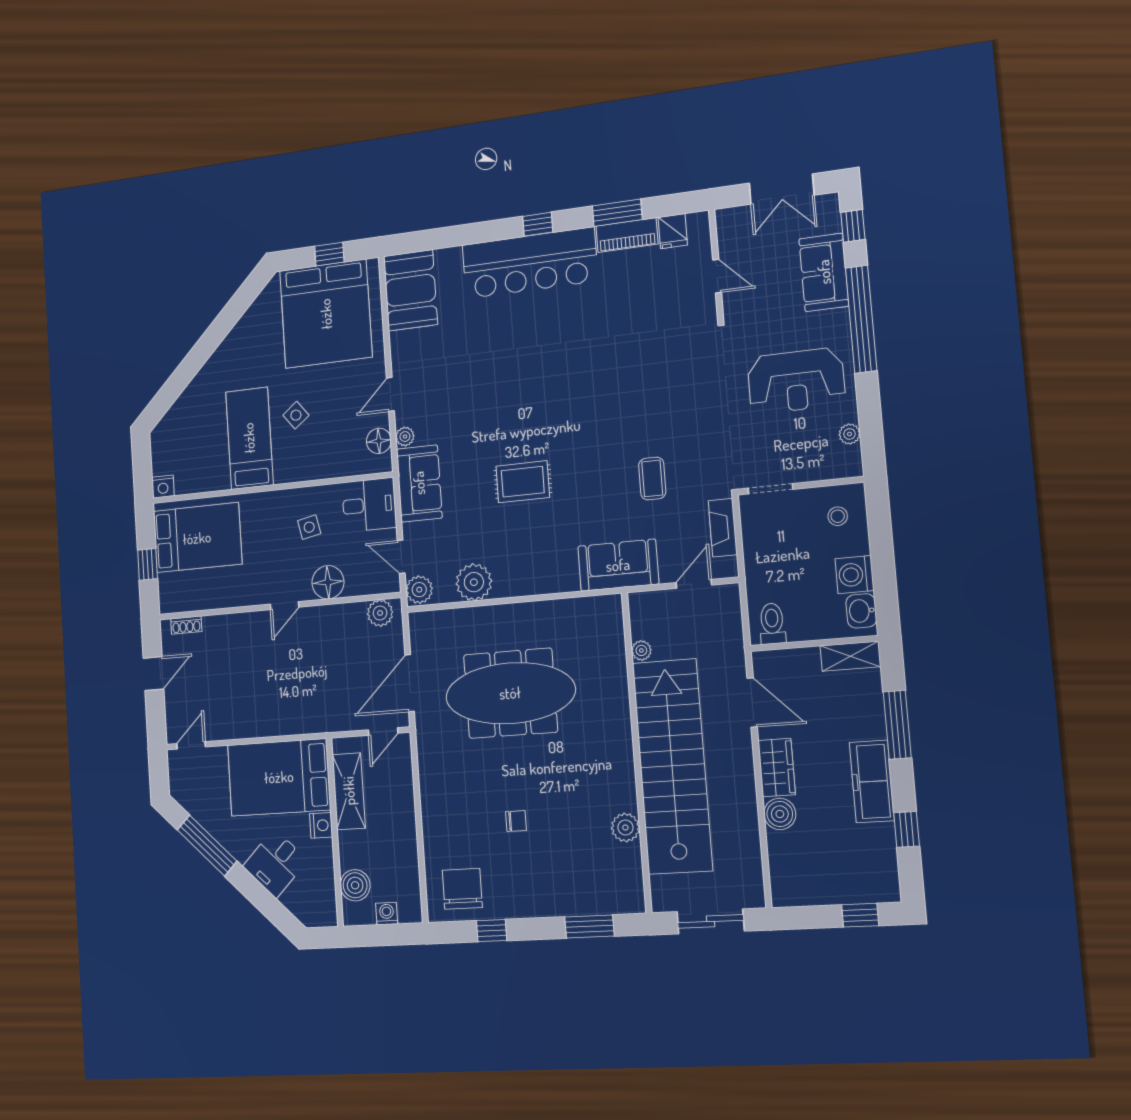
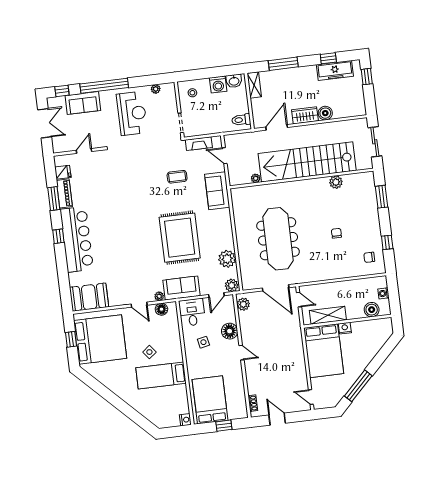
rug: (523, 482) -> (180, 238), width x1.86, depth x2.06
freezer: (872, 781) -> (335, 70), moved
desk: (275, 863) -> (364, 350), removed
chair: (462, 889) -> (369, 257), width x0.54, depth x0.54

